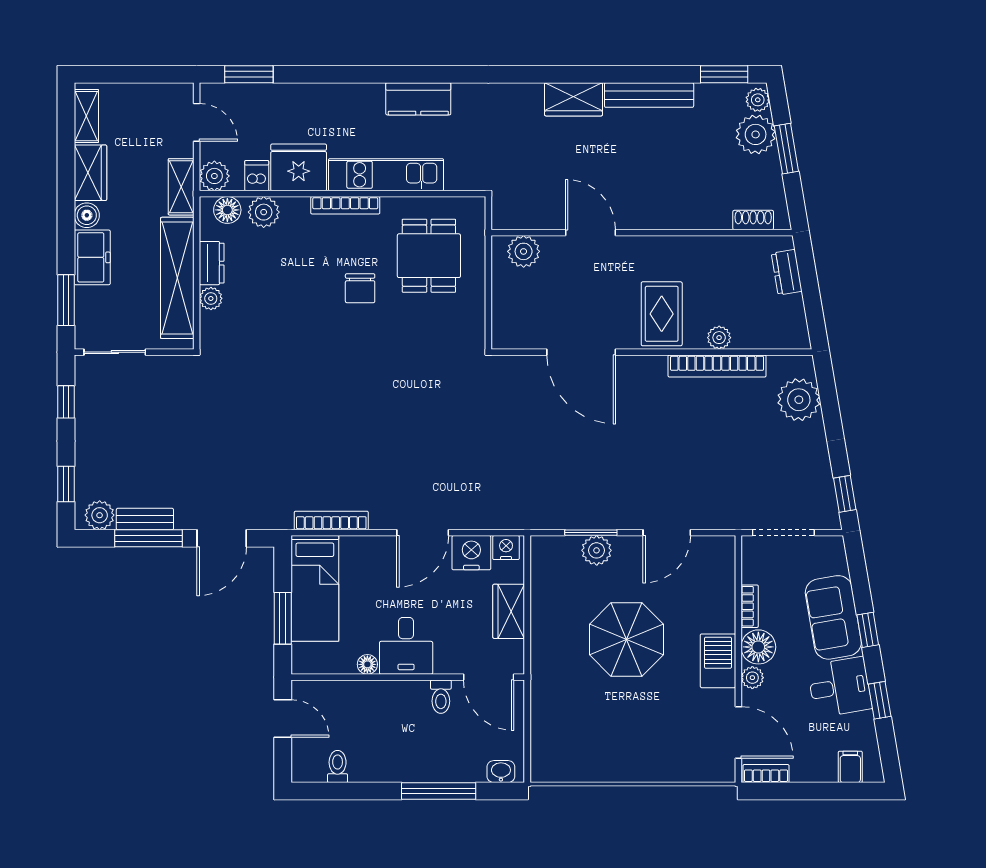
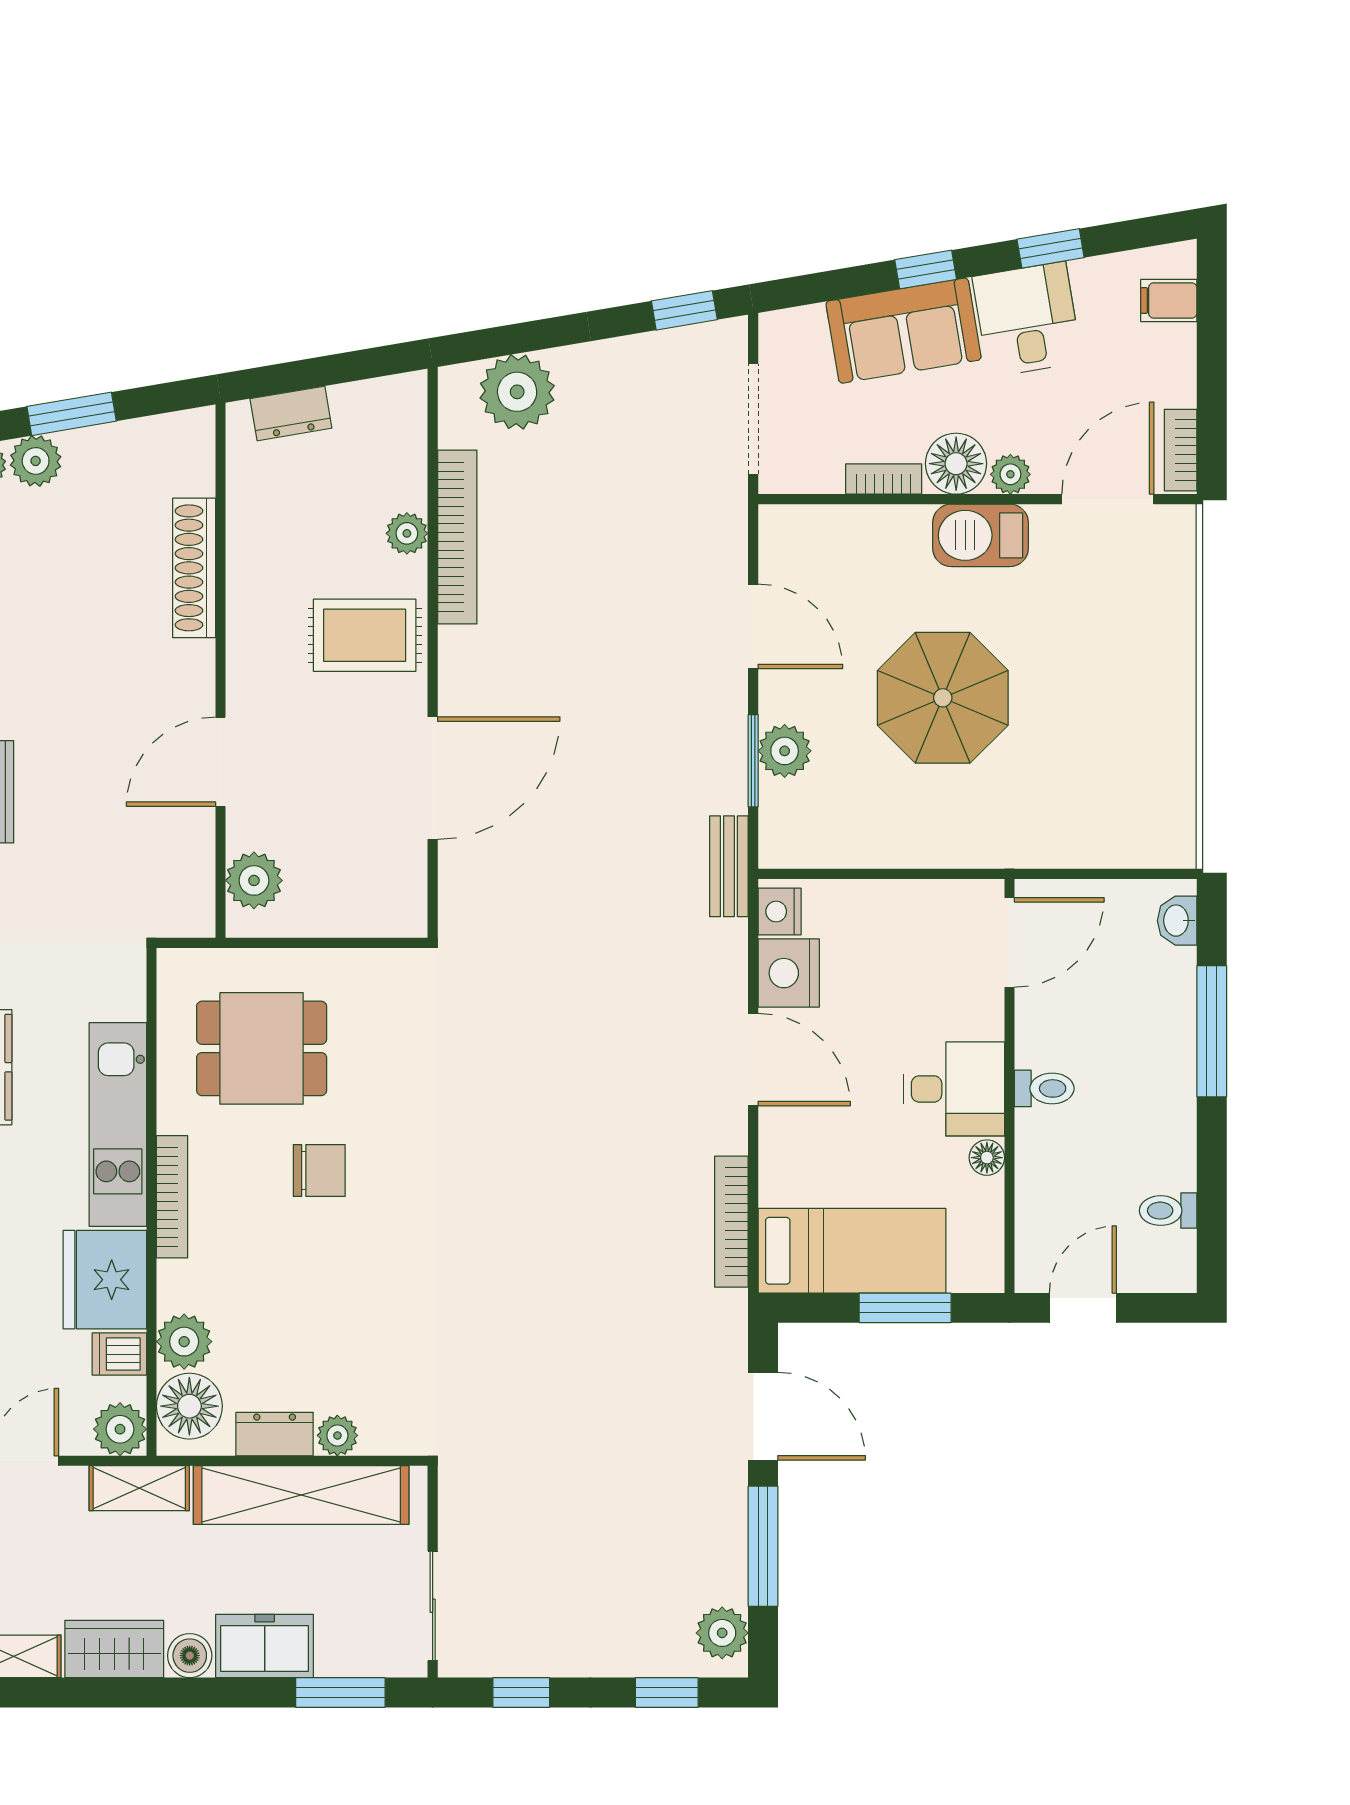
plant: (756, 134) -> (36, 461), width x0.73, depth x0.73
floor lamp: (227, 210) -> (189, 1406), width x1.38, depth x1.38
shoe rack: (753, 220) -> (194, 568), moved, width x1.94, depth x1.24
bench: (145, 519) -> (729, 866), moved
wardrobe: (509, 611) -> (893, 907), removed
toilet: (441, 697) -> (1044, 1088), moved

